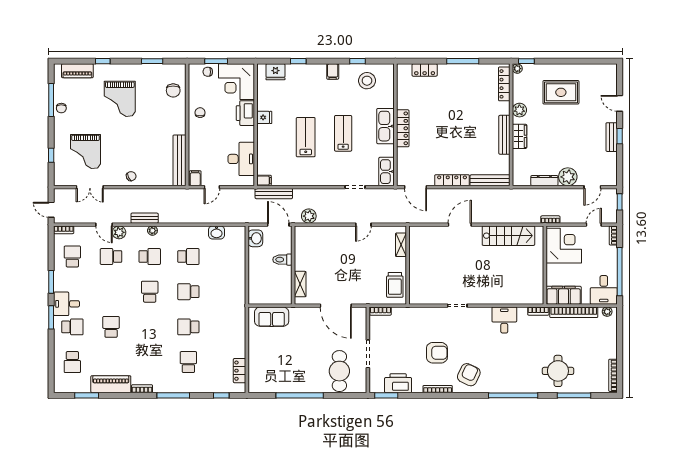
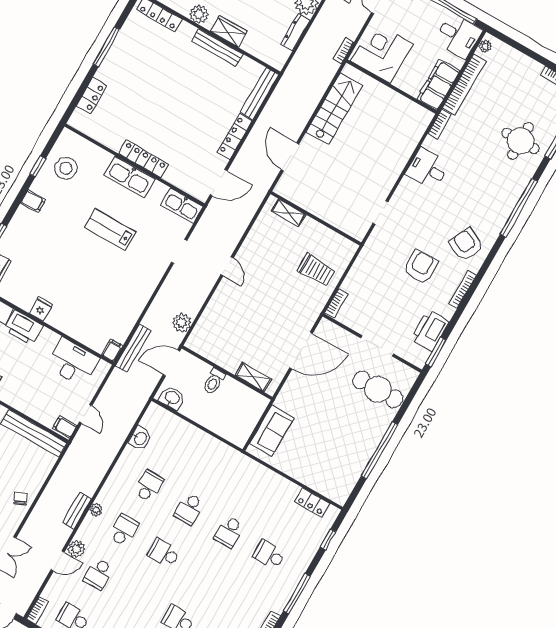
lab bench: (306, 137) -> (90, 275), removed
shelving: (401, 245) -> (289, 213), moved
wall: (408, 265) -> (316, 218), moved

